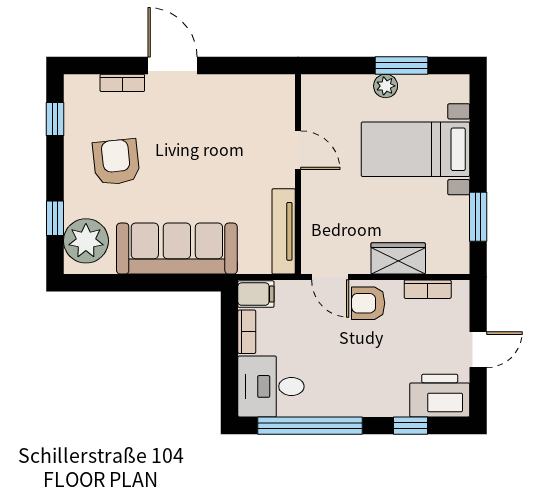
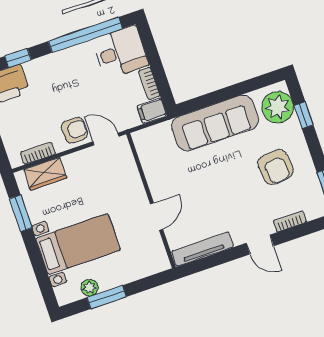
door: (172, 65) -> (260, 245), width x0.73
plant: (386, 86) -> (89, 288), moved
door: (298, 150) -> (156, 217), swing flipped
tv unit: (284, 231) -> (202, 249), moved, turned -90
wardrobe: (398, 258) -> (45, 174), moved

